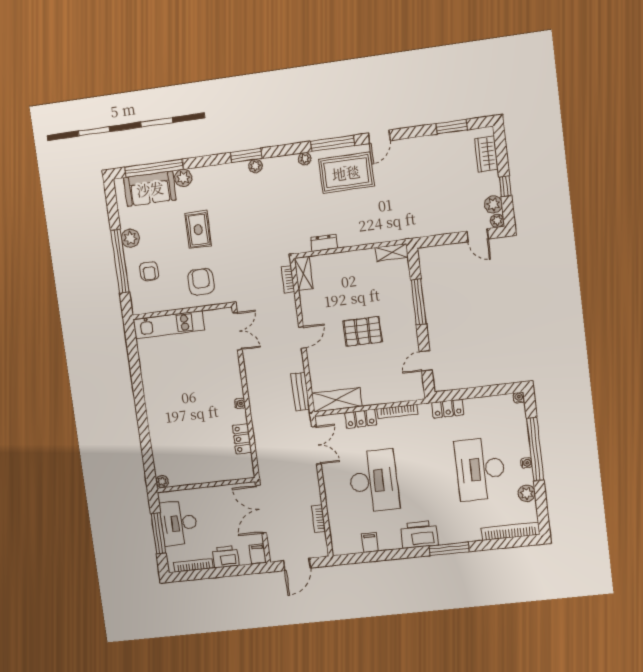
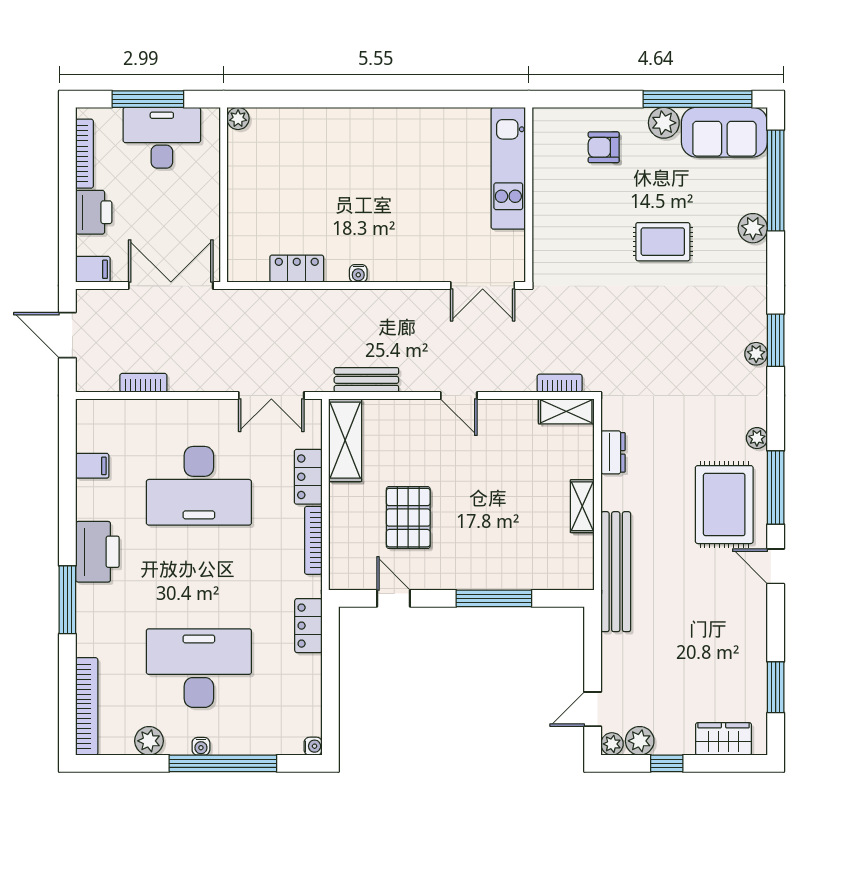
sofa: (150, 189) -> (724, 132), moved, turned -90
bench: (394, 232) -> (616, 572), added
shelving: (392, 252) -> (582, 506), moved
window: (120, 261) -> (698, 99), moved
armchair: (201, 282) -> (574, 234), removed
pallet: (363, 331) -> (408, 518), moved

